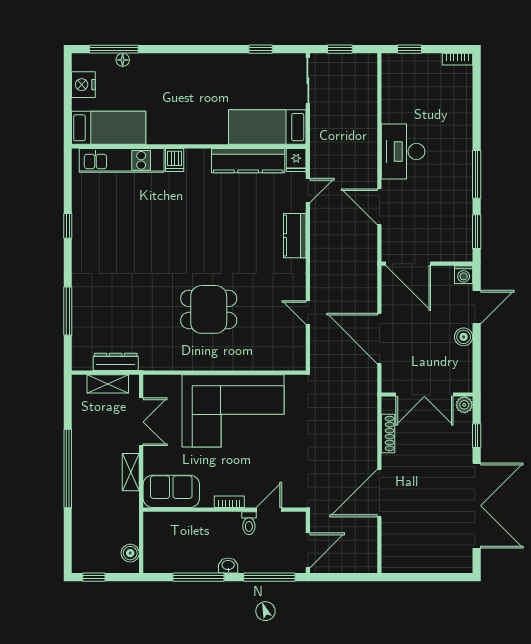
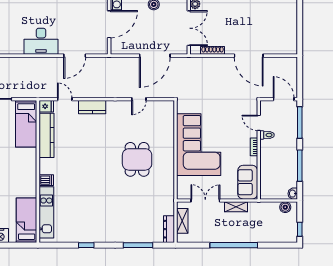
door: (408, 264) -> (109, 24), moved
dresser: (116, 362) -> (169, 229), moved
washbasin: (228, 565) -> (293, 194), moved

